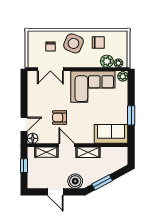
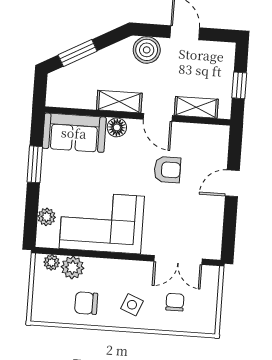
side table: (74, 43) -> (132, 305), width x0.54, depth x0.54
double door: (50, 69) -> (178, 260), swing flipped
plant: (123, 76) -> (47, 217), moved
door: (24, 124) -> (232, 183), moved
floor lamp: (33, 138) -> (117, 127), moved
window: (102, 182) -> (78, 53), moved

